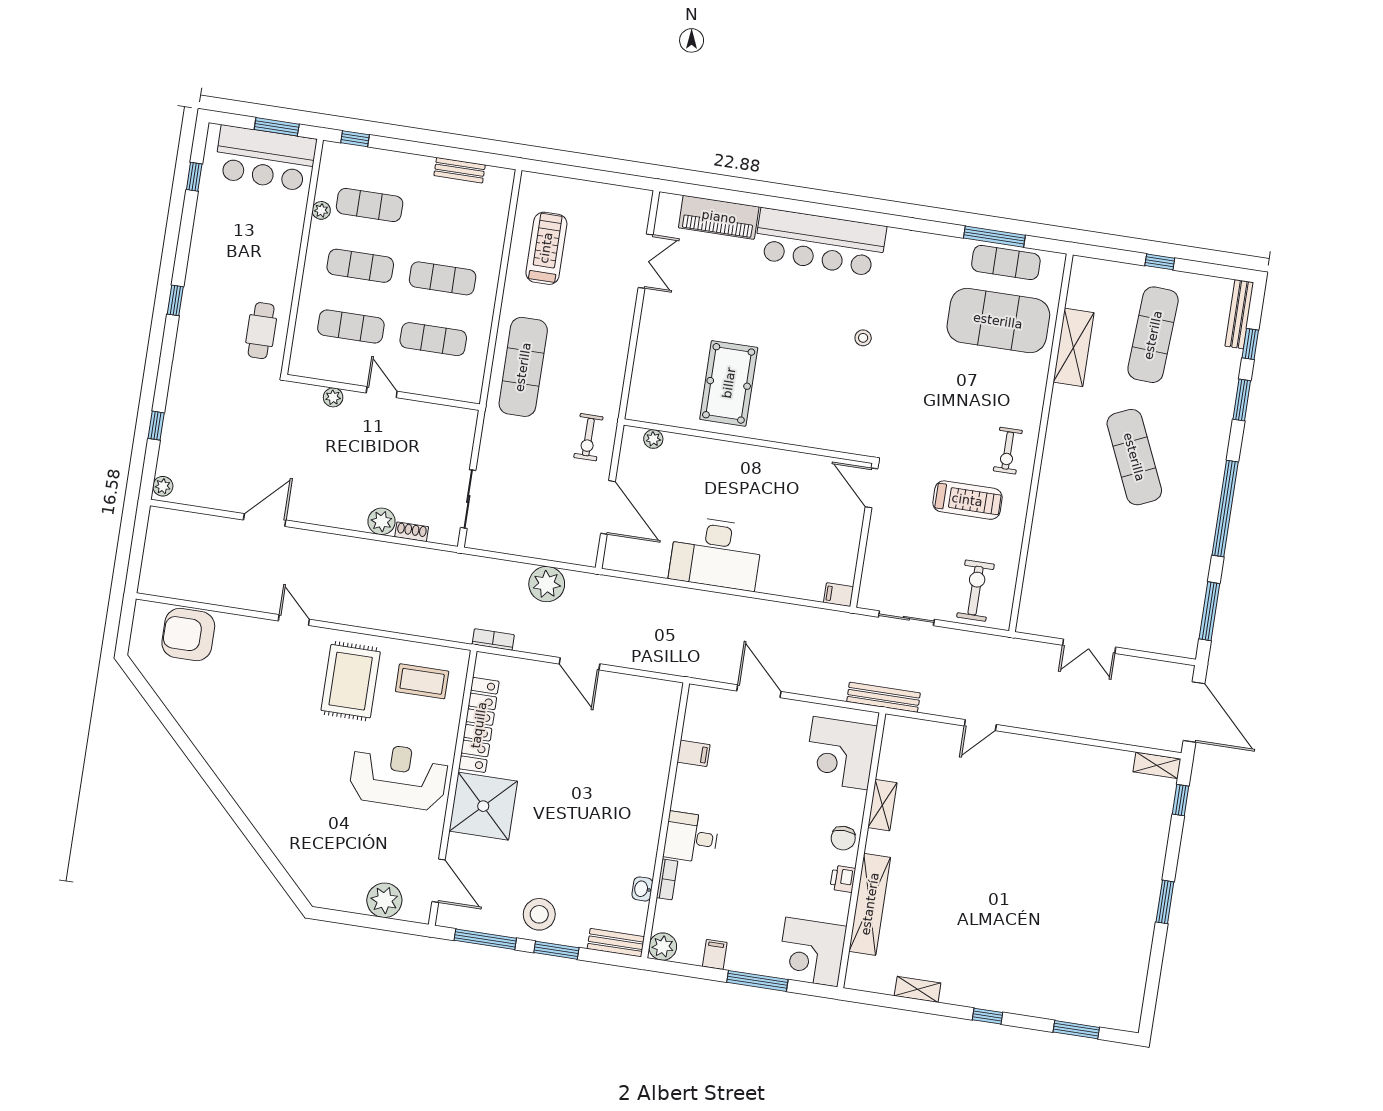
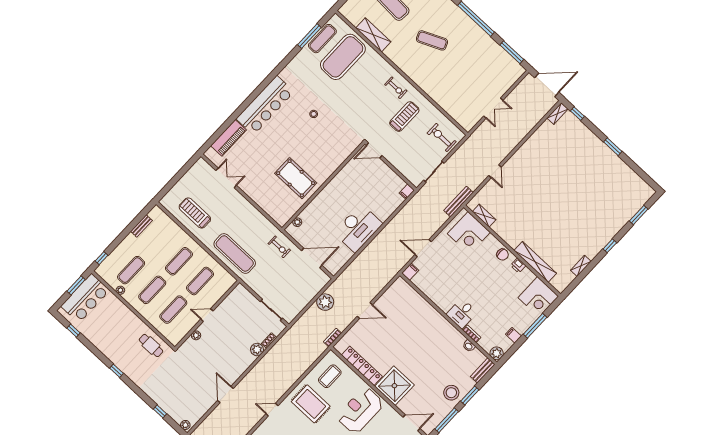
exercise mat: (1134, 457) -> (432, 40), width x0.73, depth x0.69
filing cabinet: (694, 753) -> (410, 272), moved
shelving: (882, 805) -> (484, 216), moved

